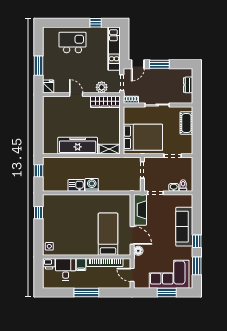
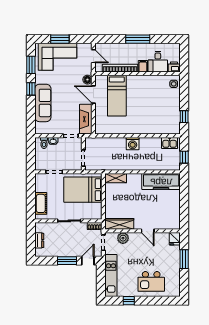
freezer: (78, 146) -> (161, 182), moved
kitchen sink: (76, 185) -> (170, 143), moved

